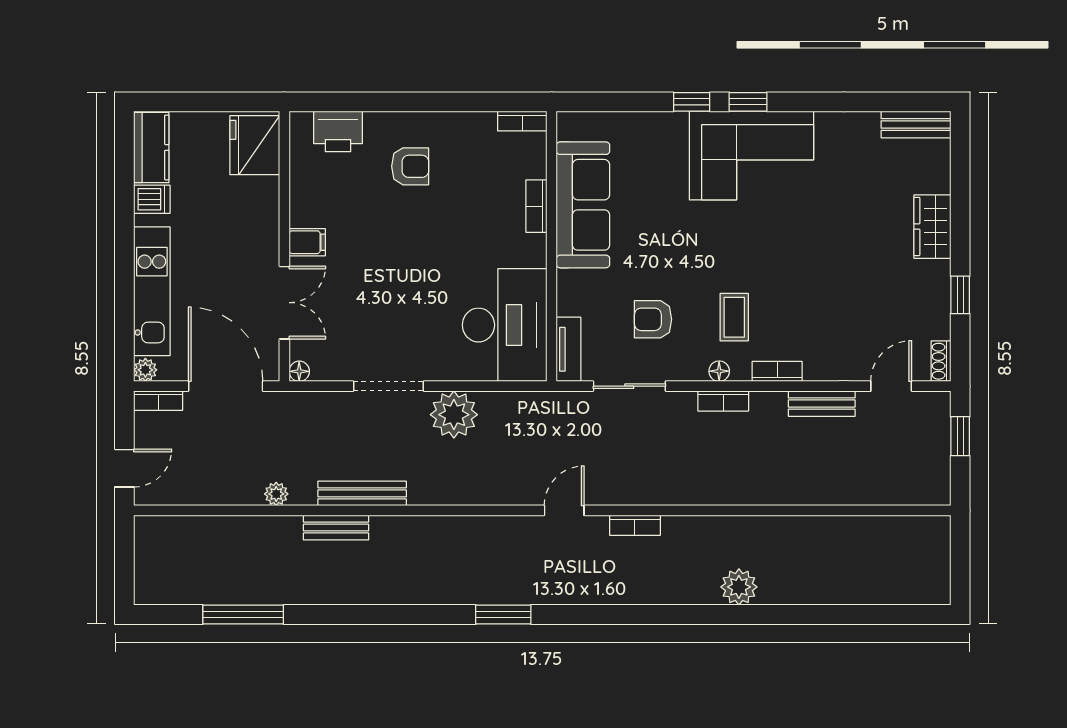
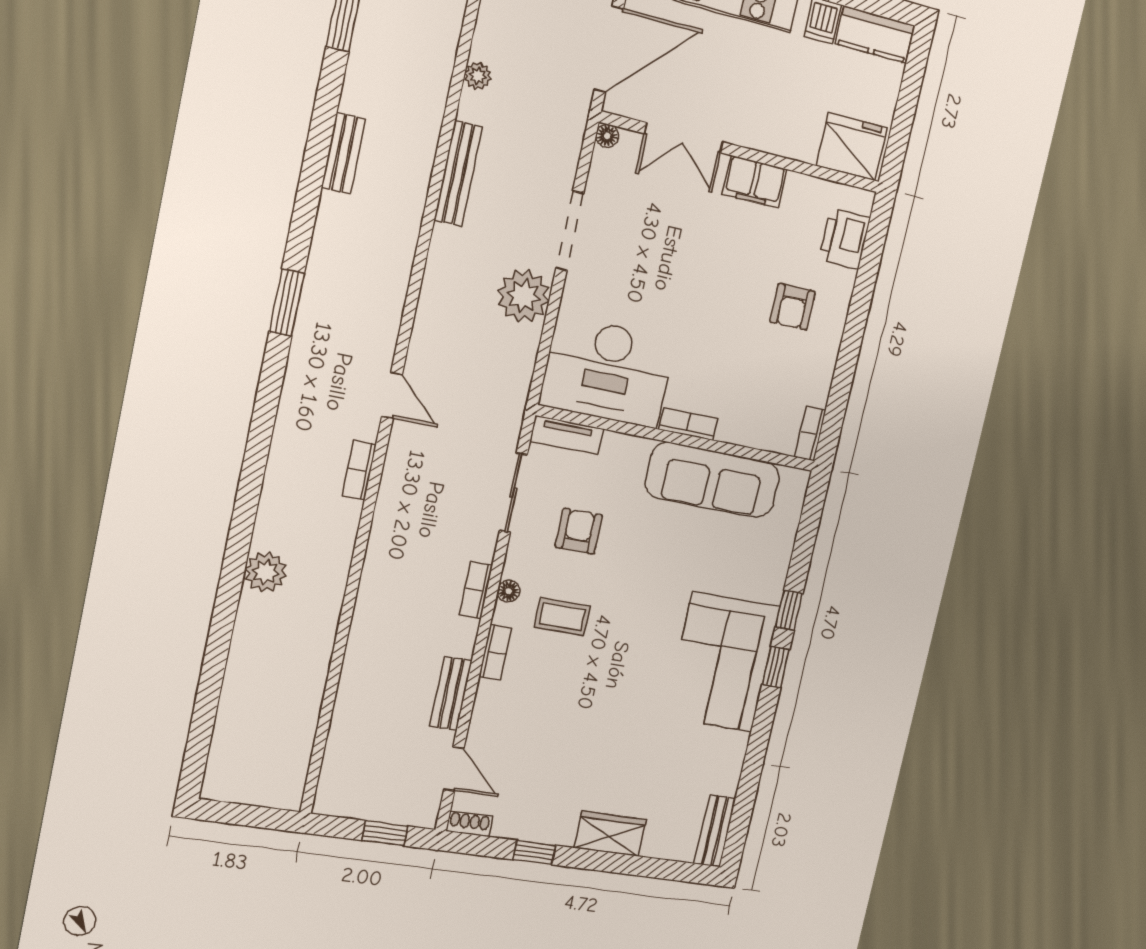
bookcase: (536, 206) -> (688, 424), moved
filing cabinet: (307, 242) -> (755, 182), width x2.00
bench: (336, 527) -> (343, 153), moved

